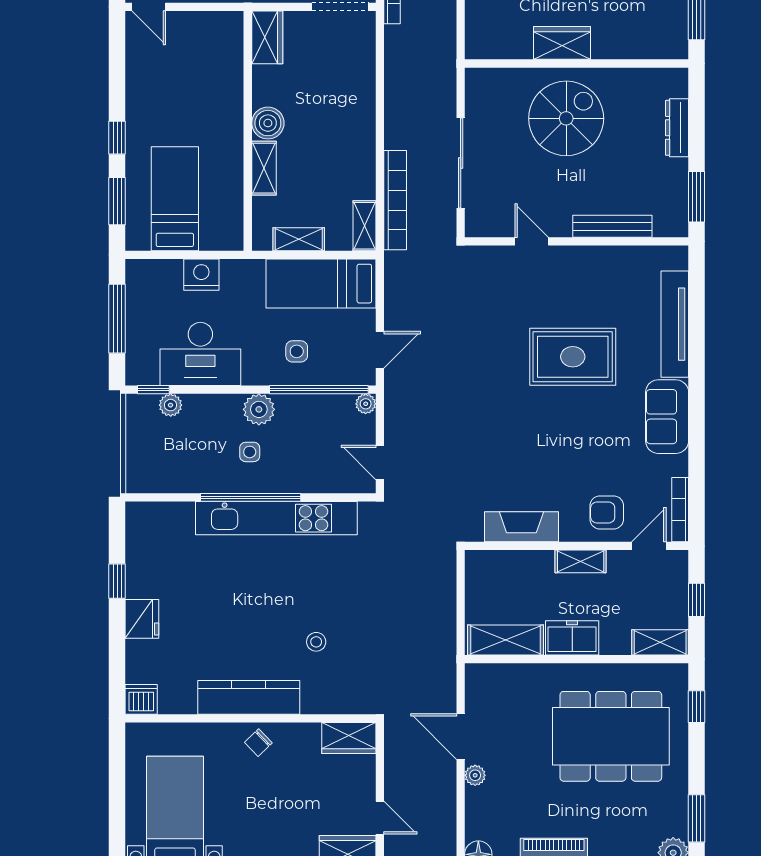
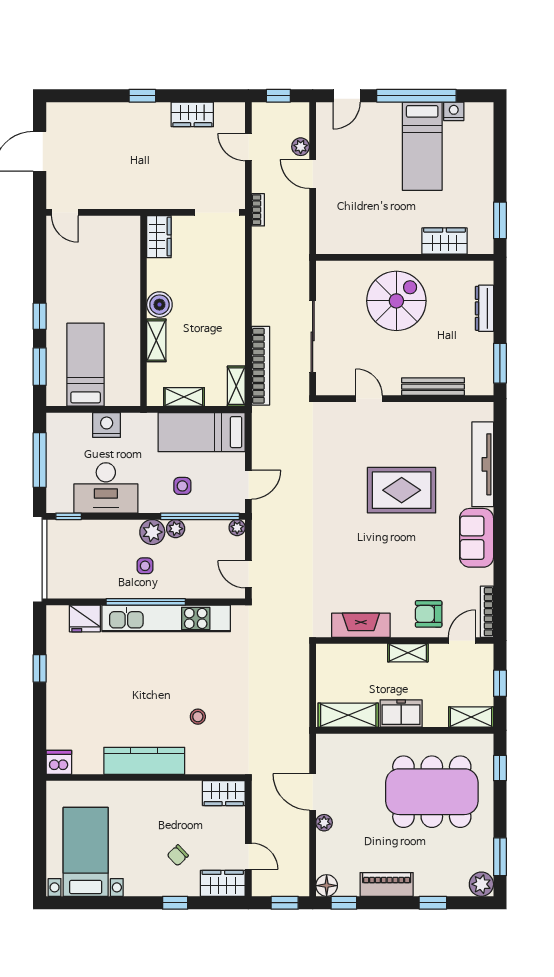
wardrobe: (562, 43) -> (445, 241), moved
plant: (171, 405) -> (176, 529), moved
fridge: (142, 619) -> (85, 618), moved, turned 90
chair: (258, 743) -> (178, 855), moved

